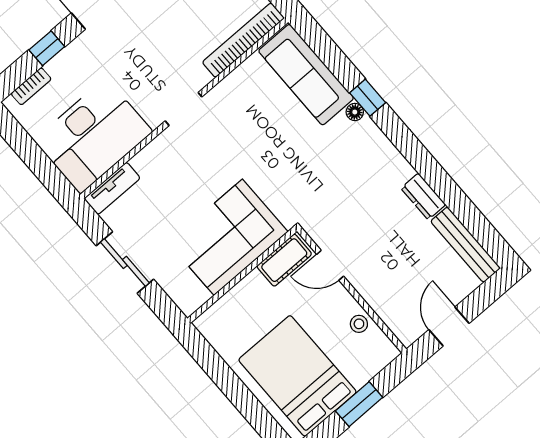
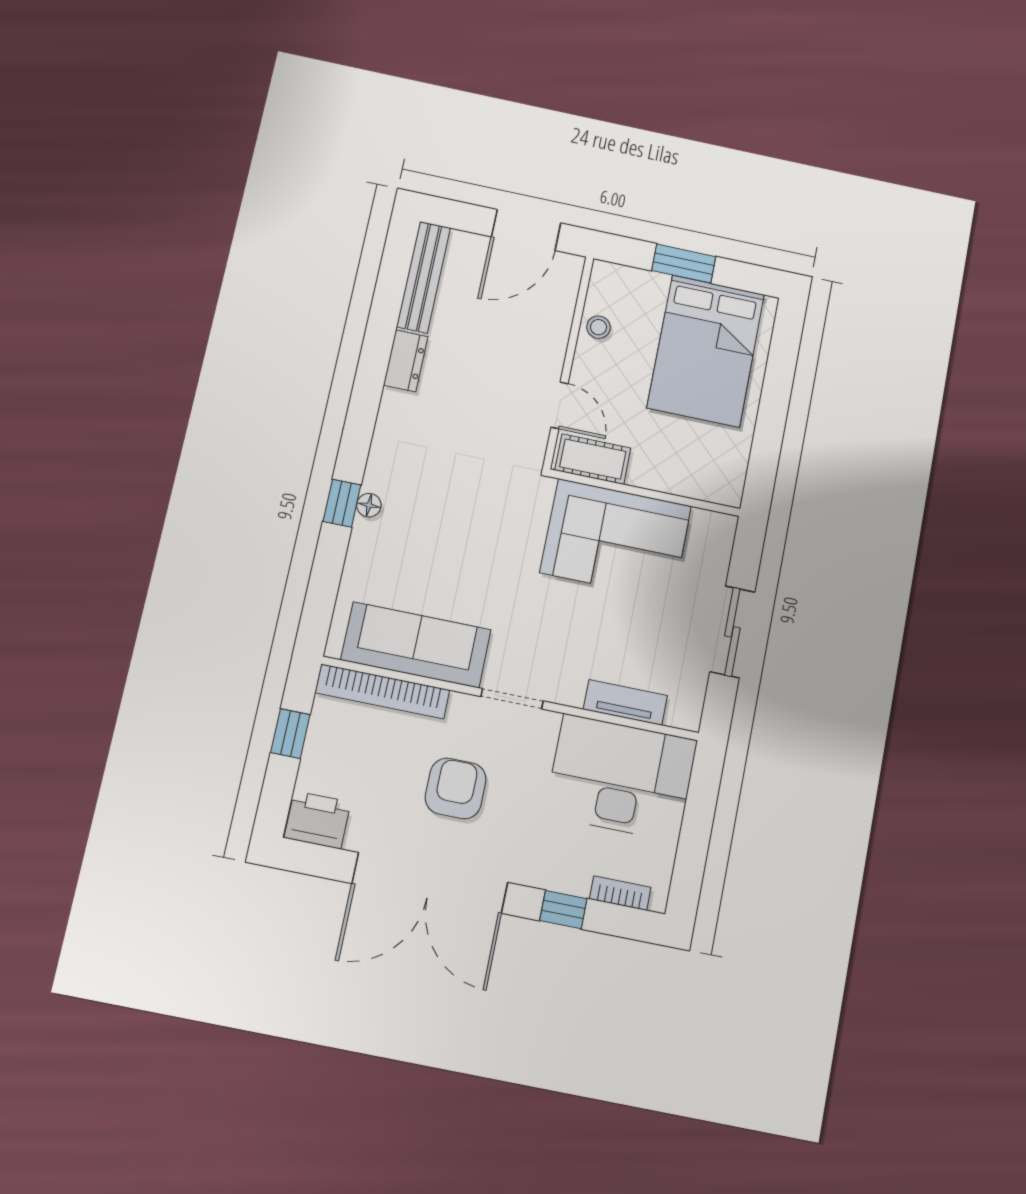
armchair: (158, 40) -> (456, 788), added
sofa: (306, 75) -> (416, 645), moved, turned -90
tv unit: (112, 188) -> (625, 702), moved
door: (449, 326) -> (526, 230), width x1.38

